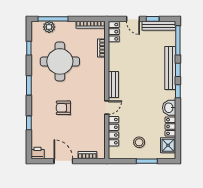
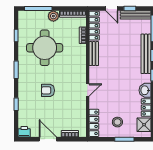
plant: (49, 27) -> (53, 16), moved
locker: (114, 32) -> (94, 26), width x1.53
bench: (113, 84) -> (94, 54), moved
locker: (114, 131) -> (94, 123), moved

